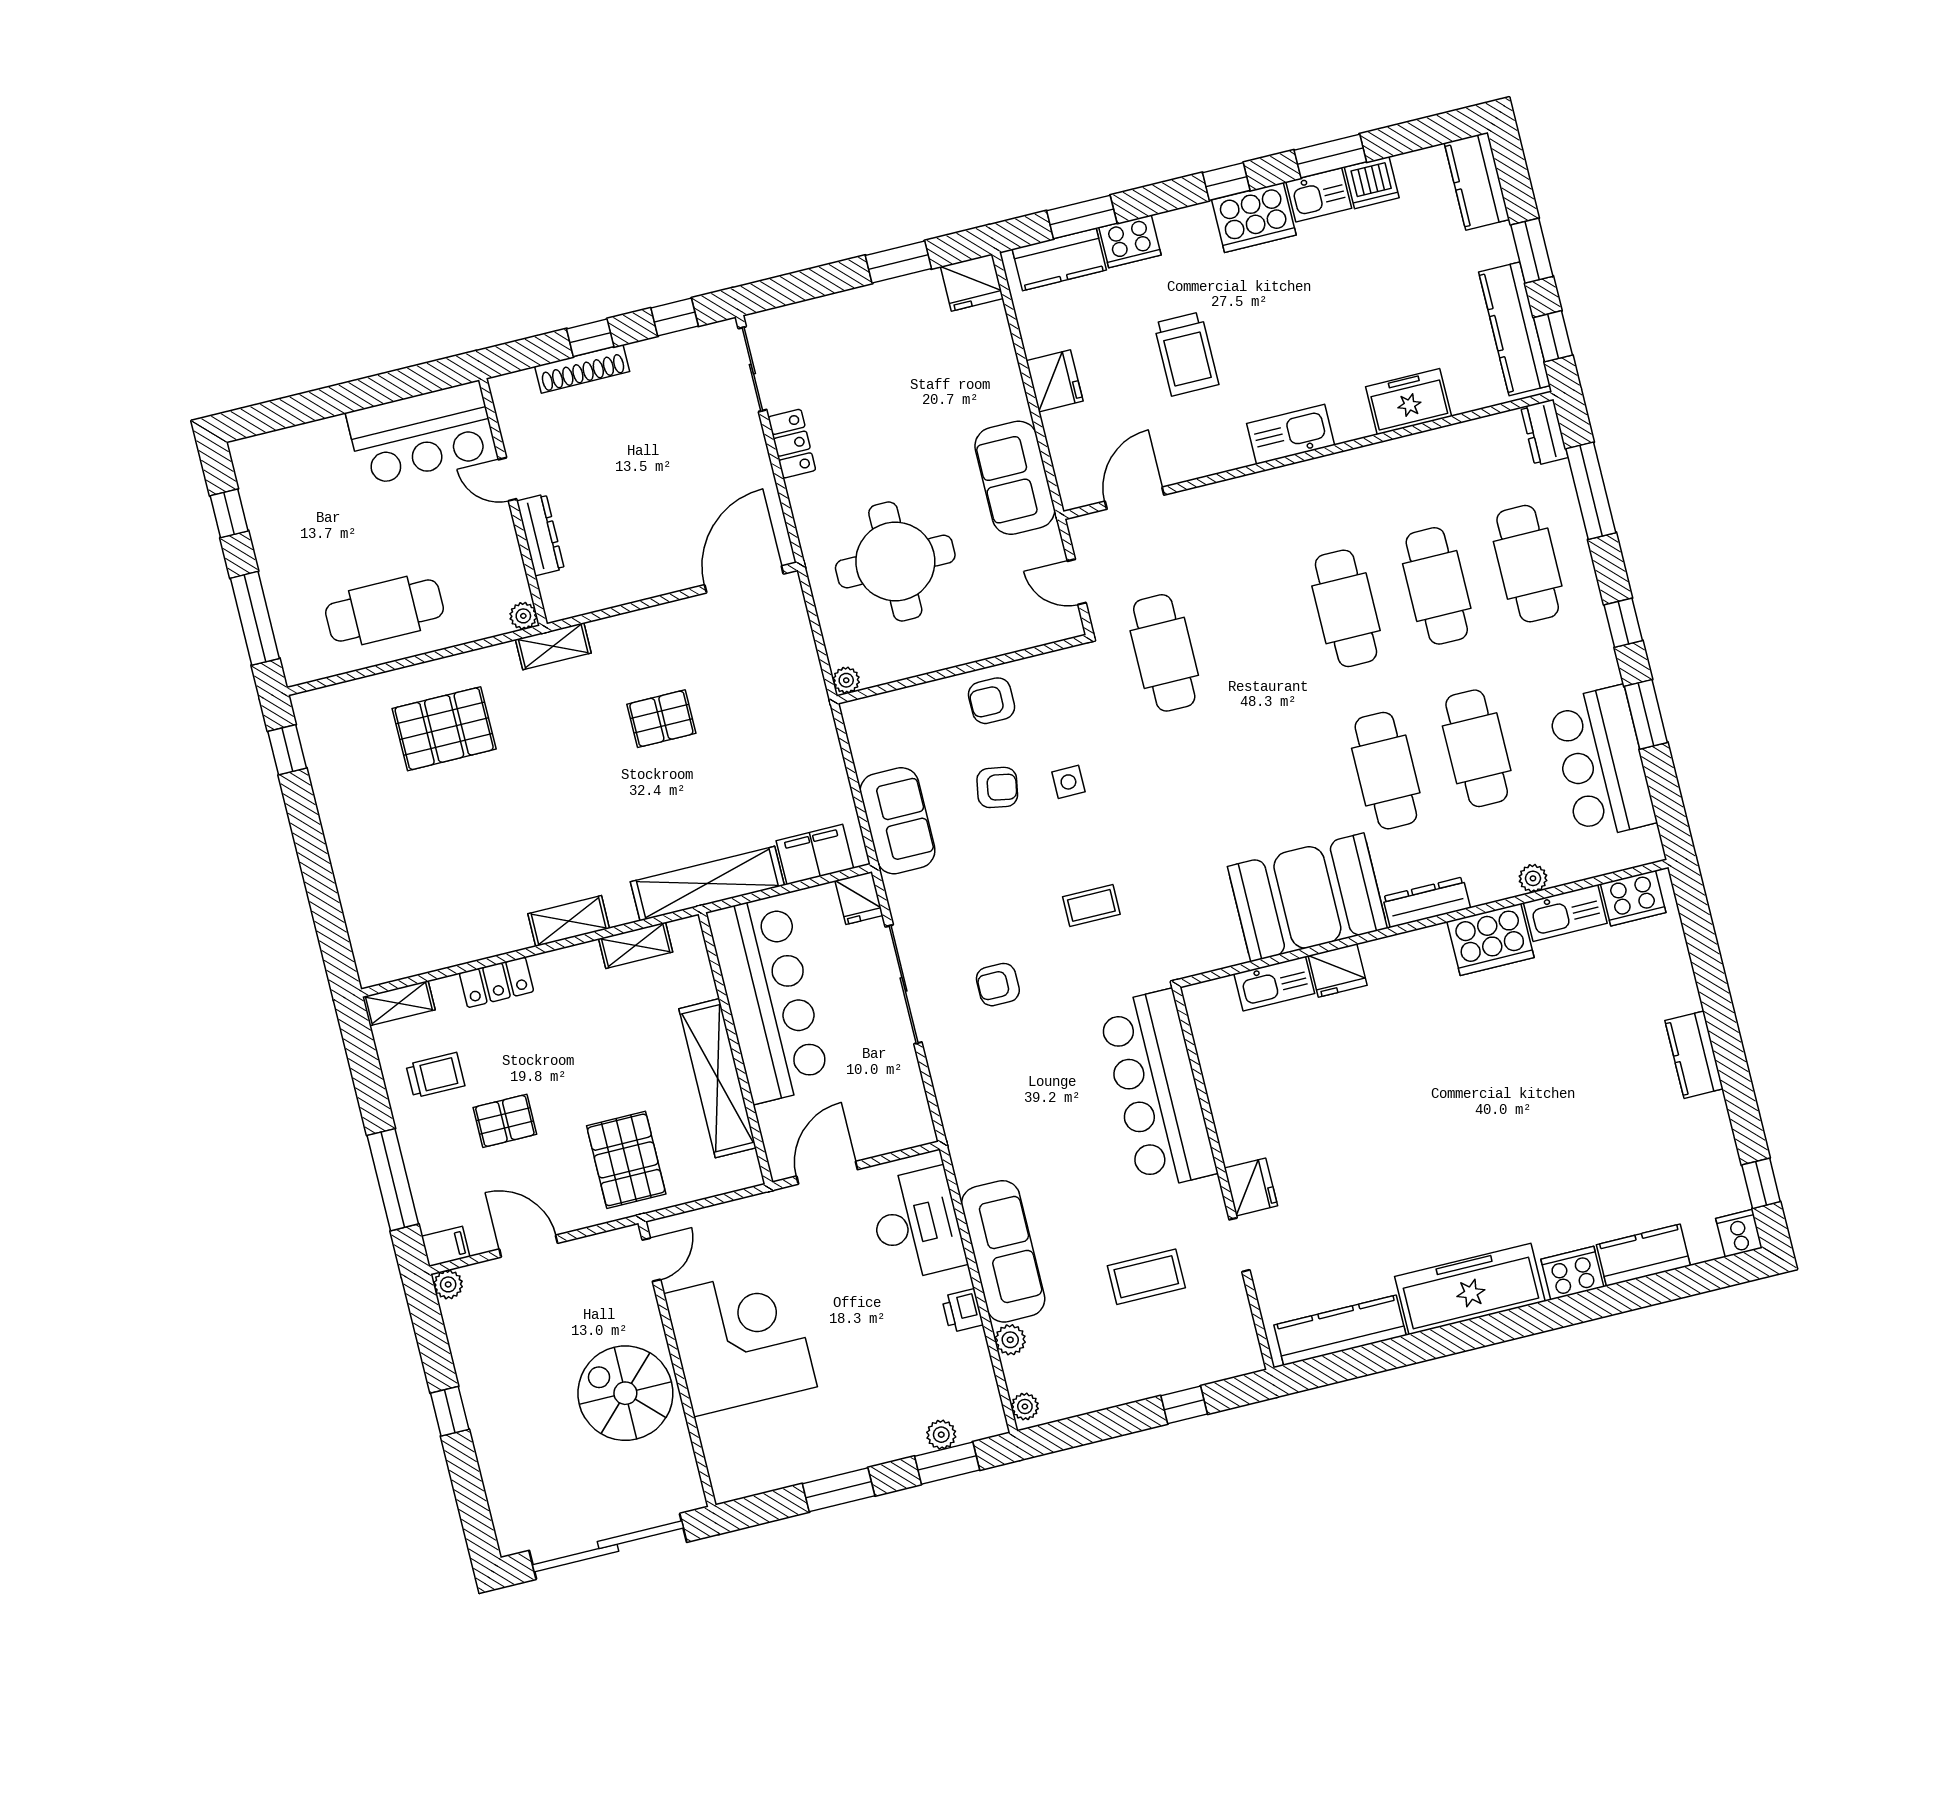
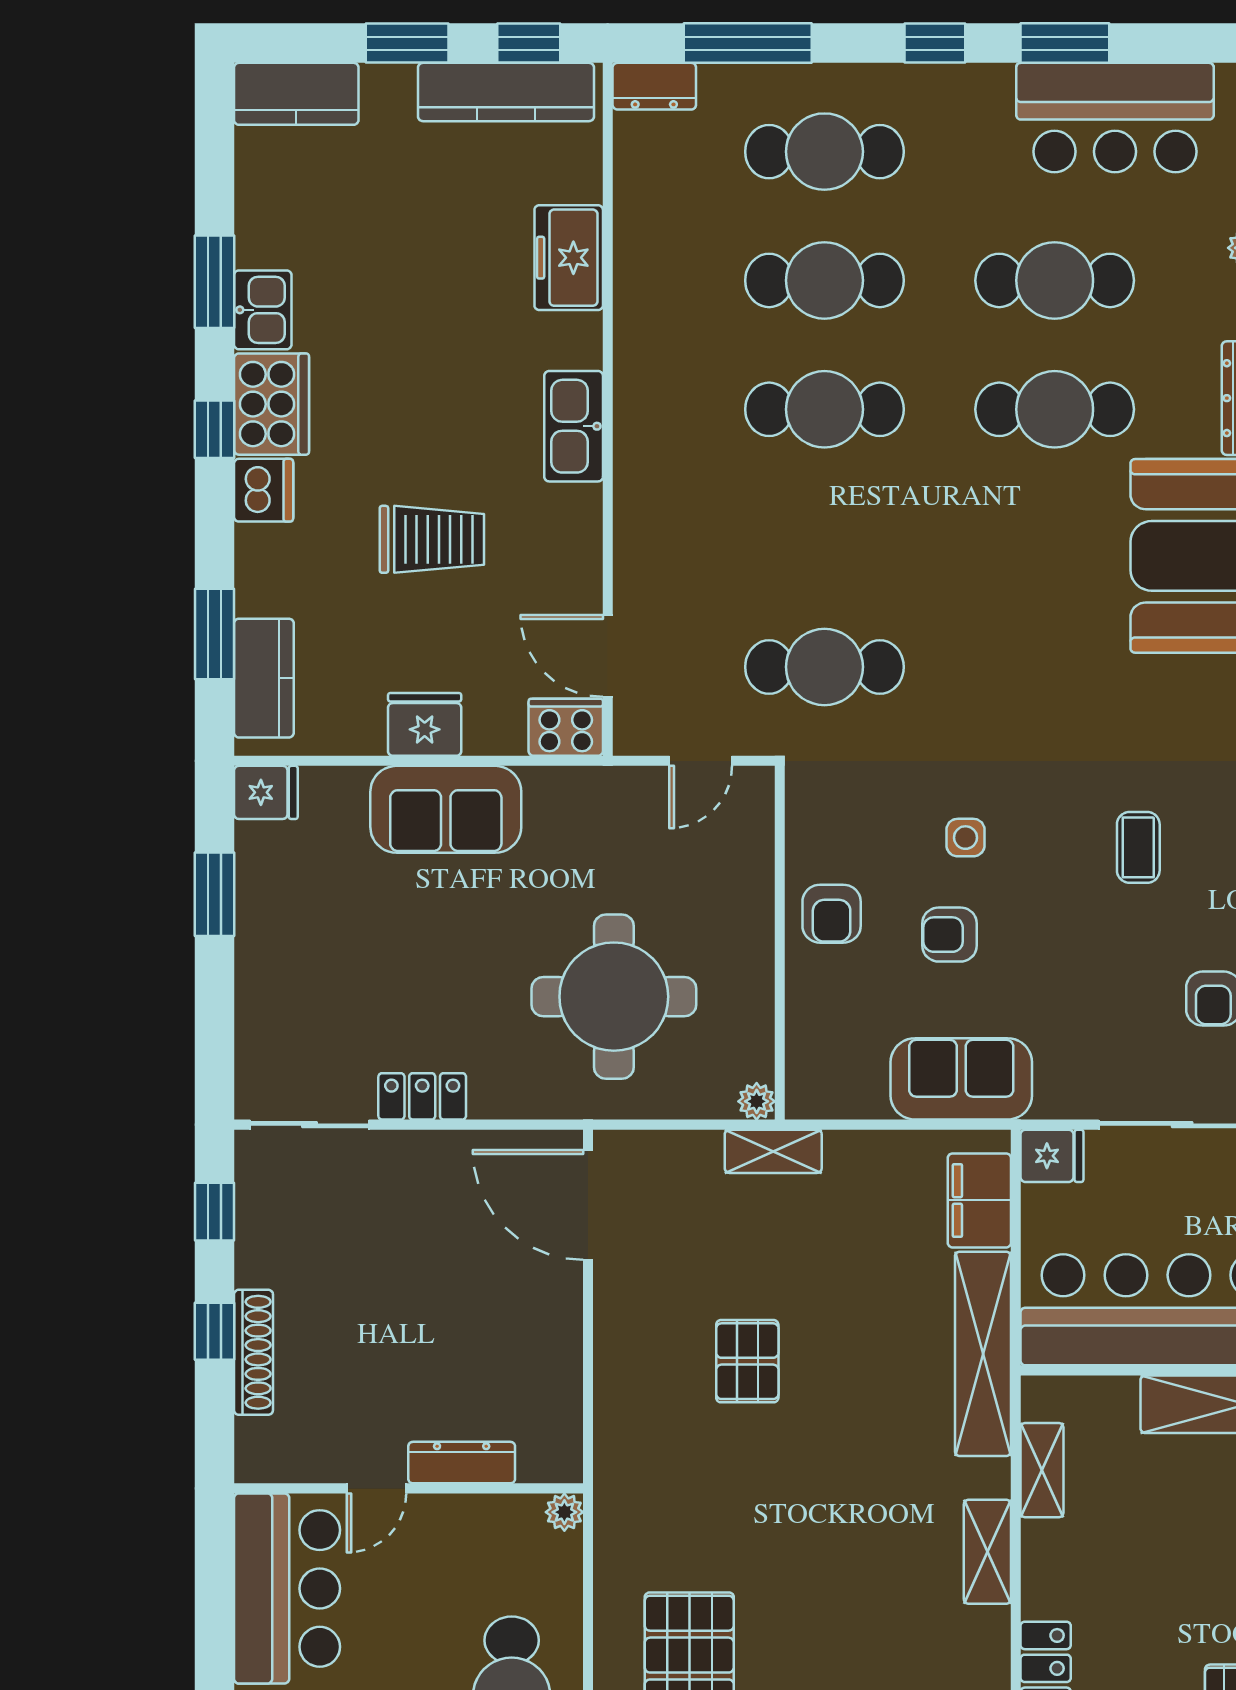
dishwasher: (1372, 183) -> (264, 490), moved
cooker: (1130, 241) -> (566, 727), moved, turned -90
fridge: (972, 283) -> (266, 792), width x0.72
sofa: (1015, 478) -> (446, 809), moved
shelving: (553, 646) -> (773, 1151), moved, turned 90
armchair: (997, 787) -> (950, 935), turned -100

